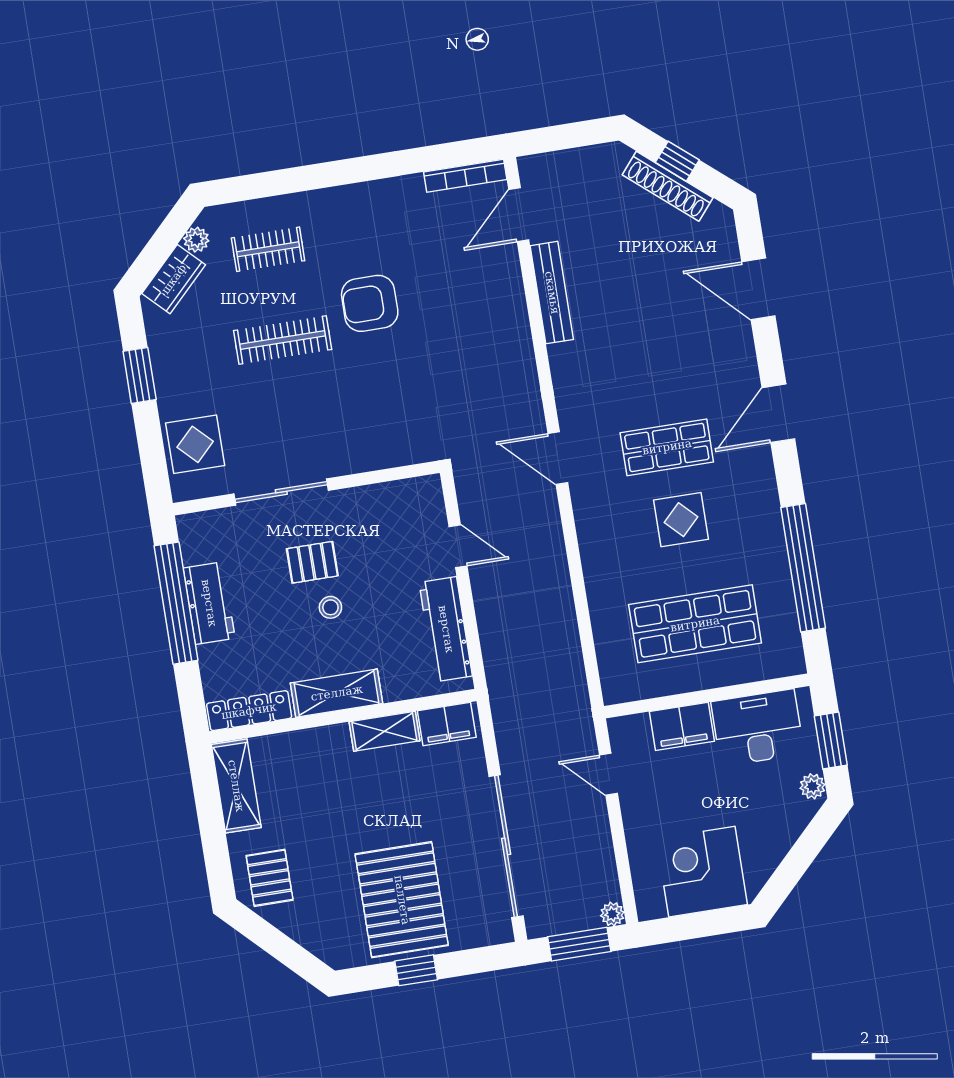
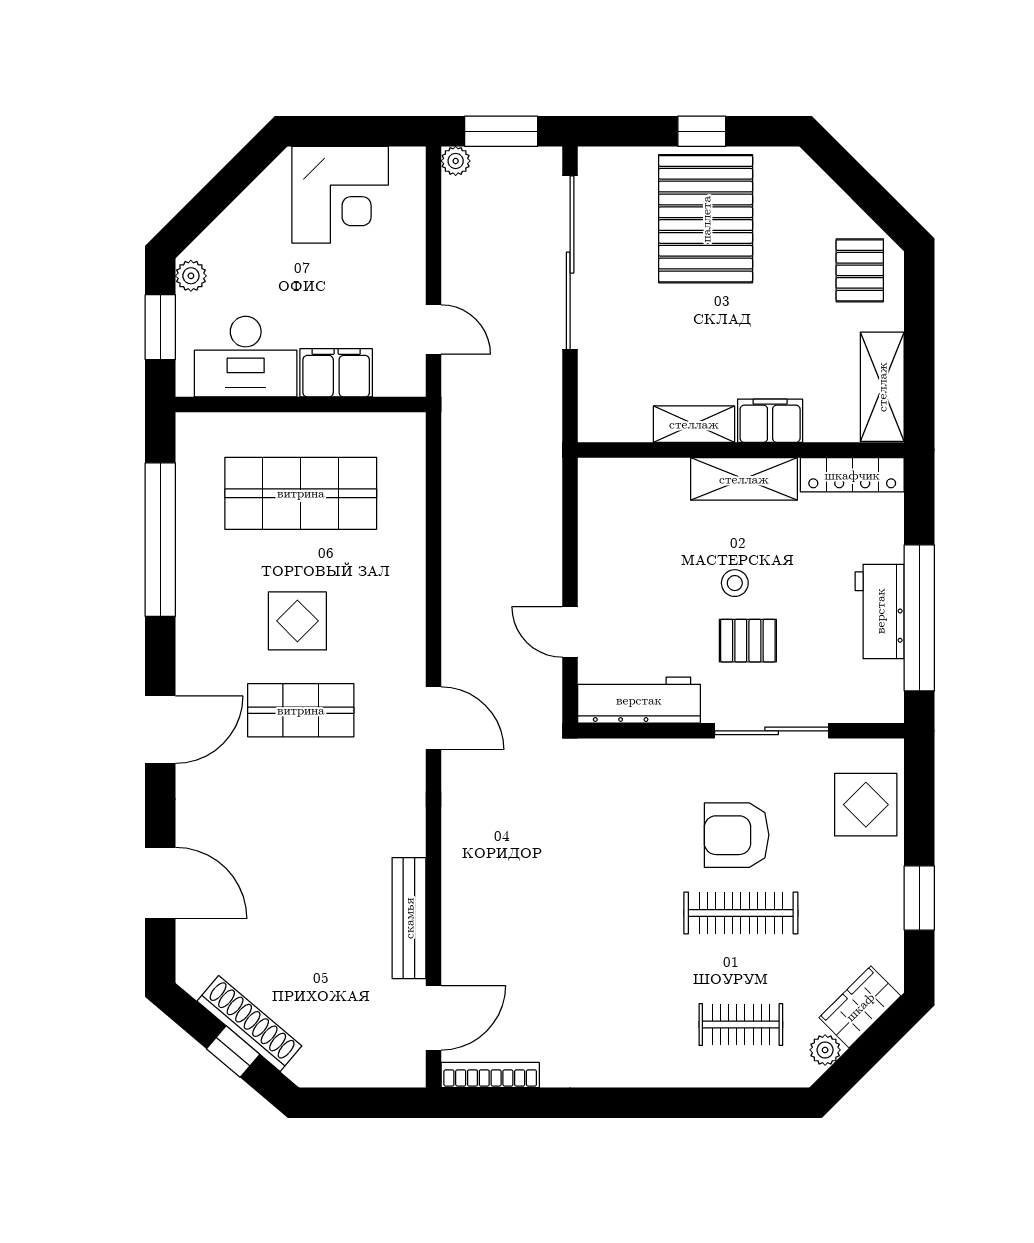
armchair: (370, 303) -> (737, 835), moved, turned 180
workbench: (446, 629) -> (639, 700), moved, turned -90
filing cabinet: (447, 724) -> (770, 421), moved

